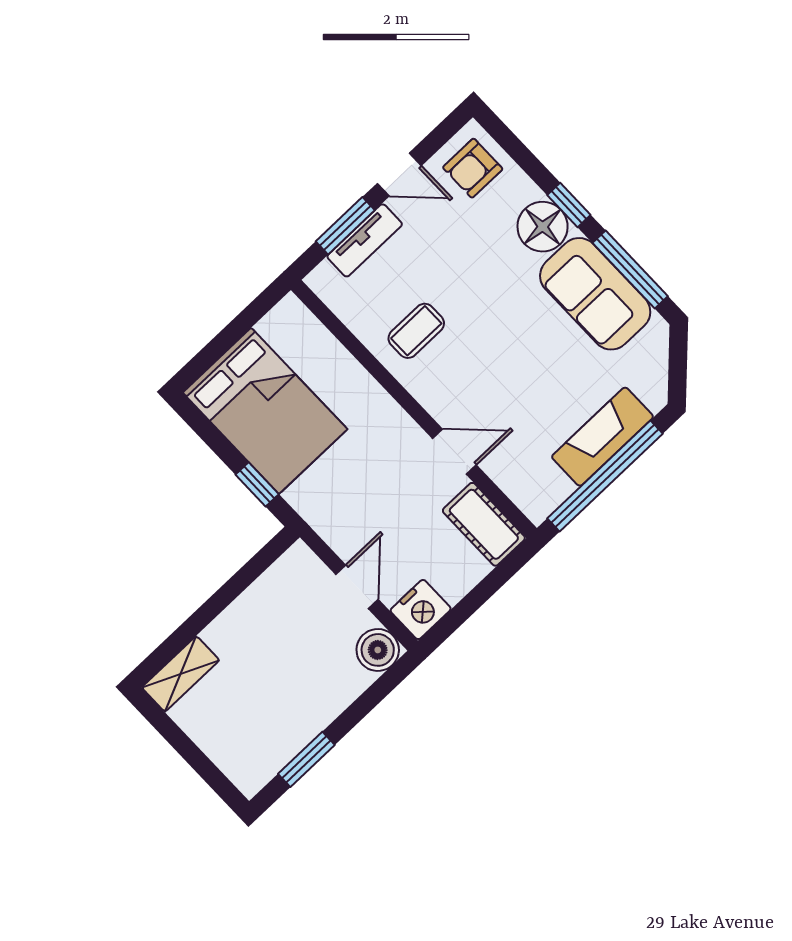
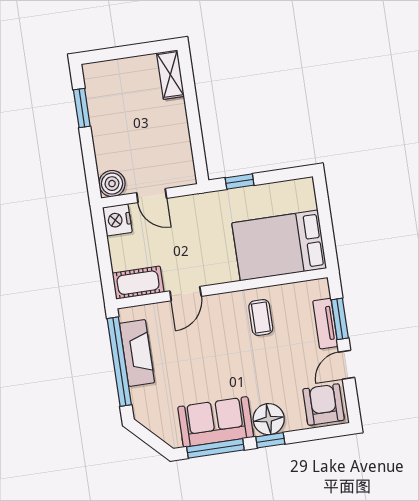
armchair: (473, 168) -> (324, 405), width x1.38, depth x1.38
bed: (265, 411) -> (279, 245), moved
fireplace: (602, 437) -> (137, 353), moved

